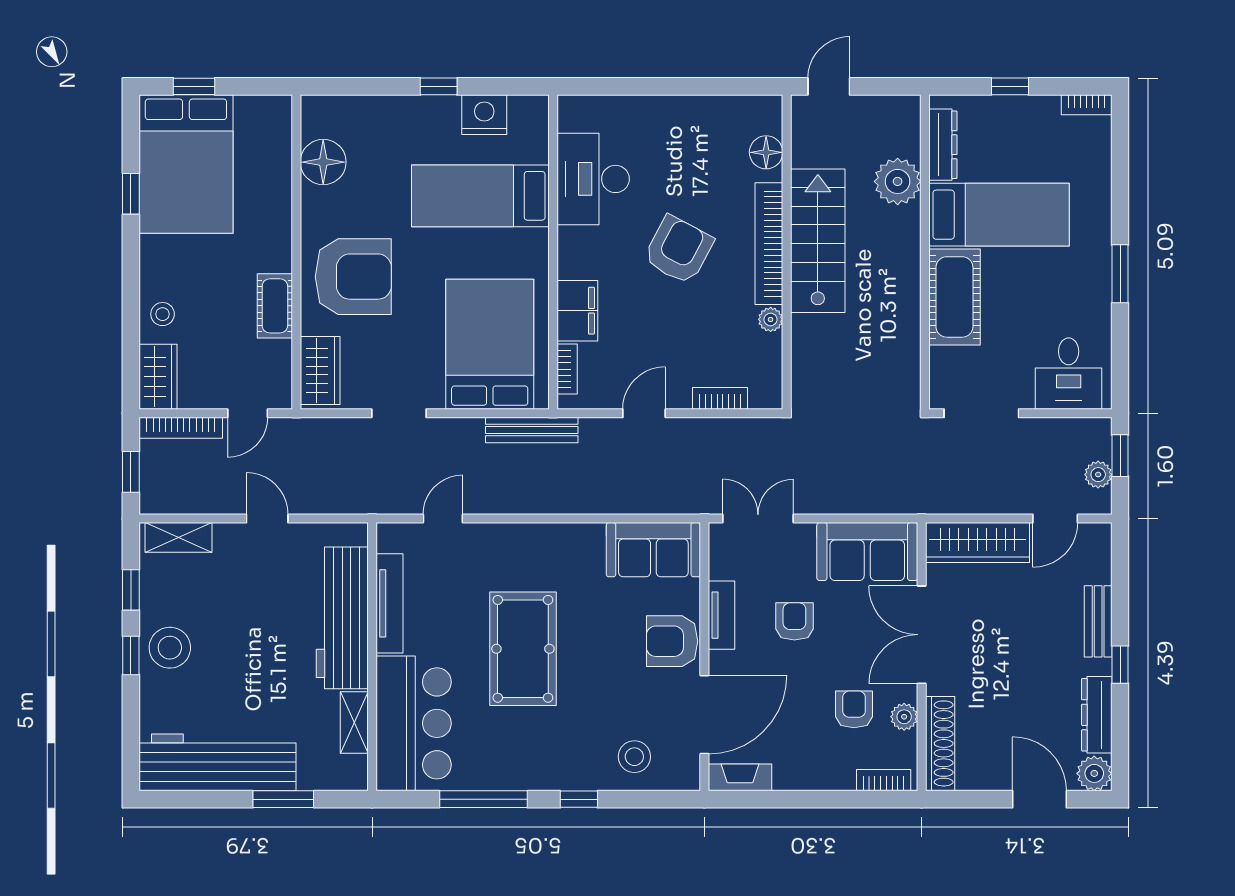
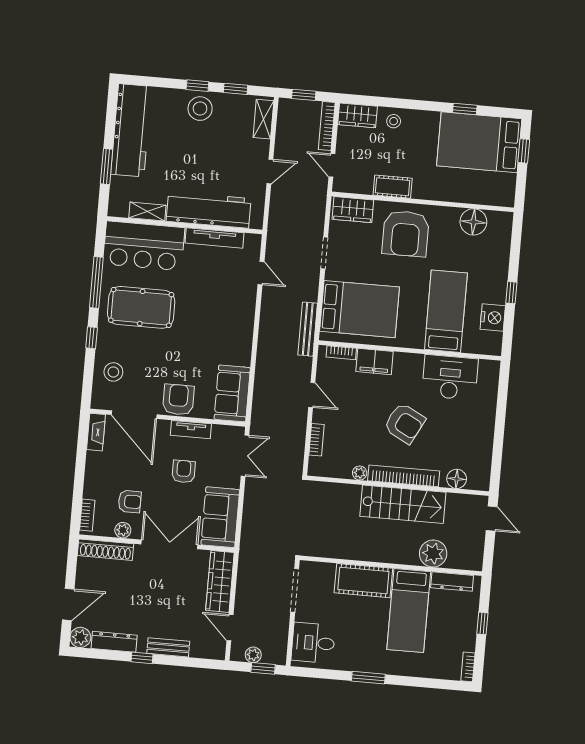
armchair: (794, 621) -> (184, 472), turned -90
pool table: (523, 649) -> (141, 307), moved

